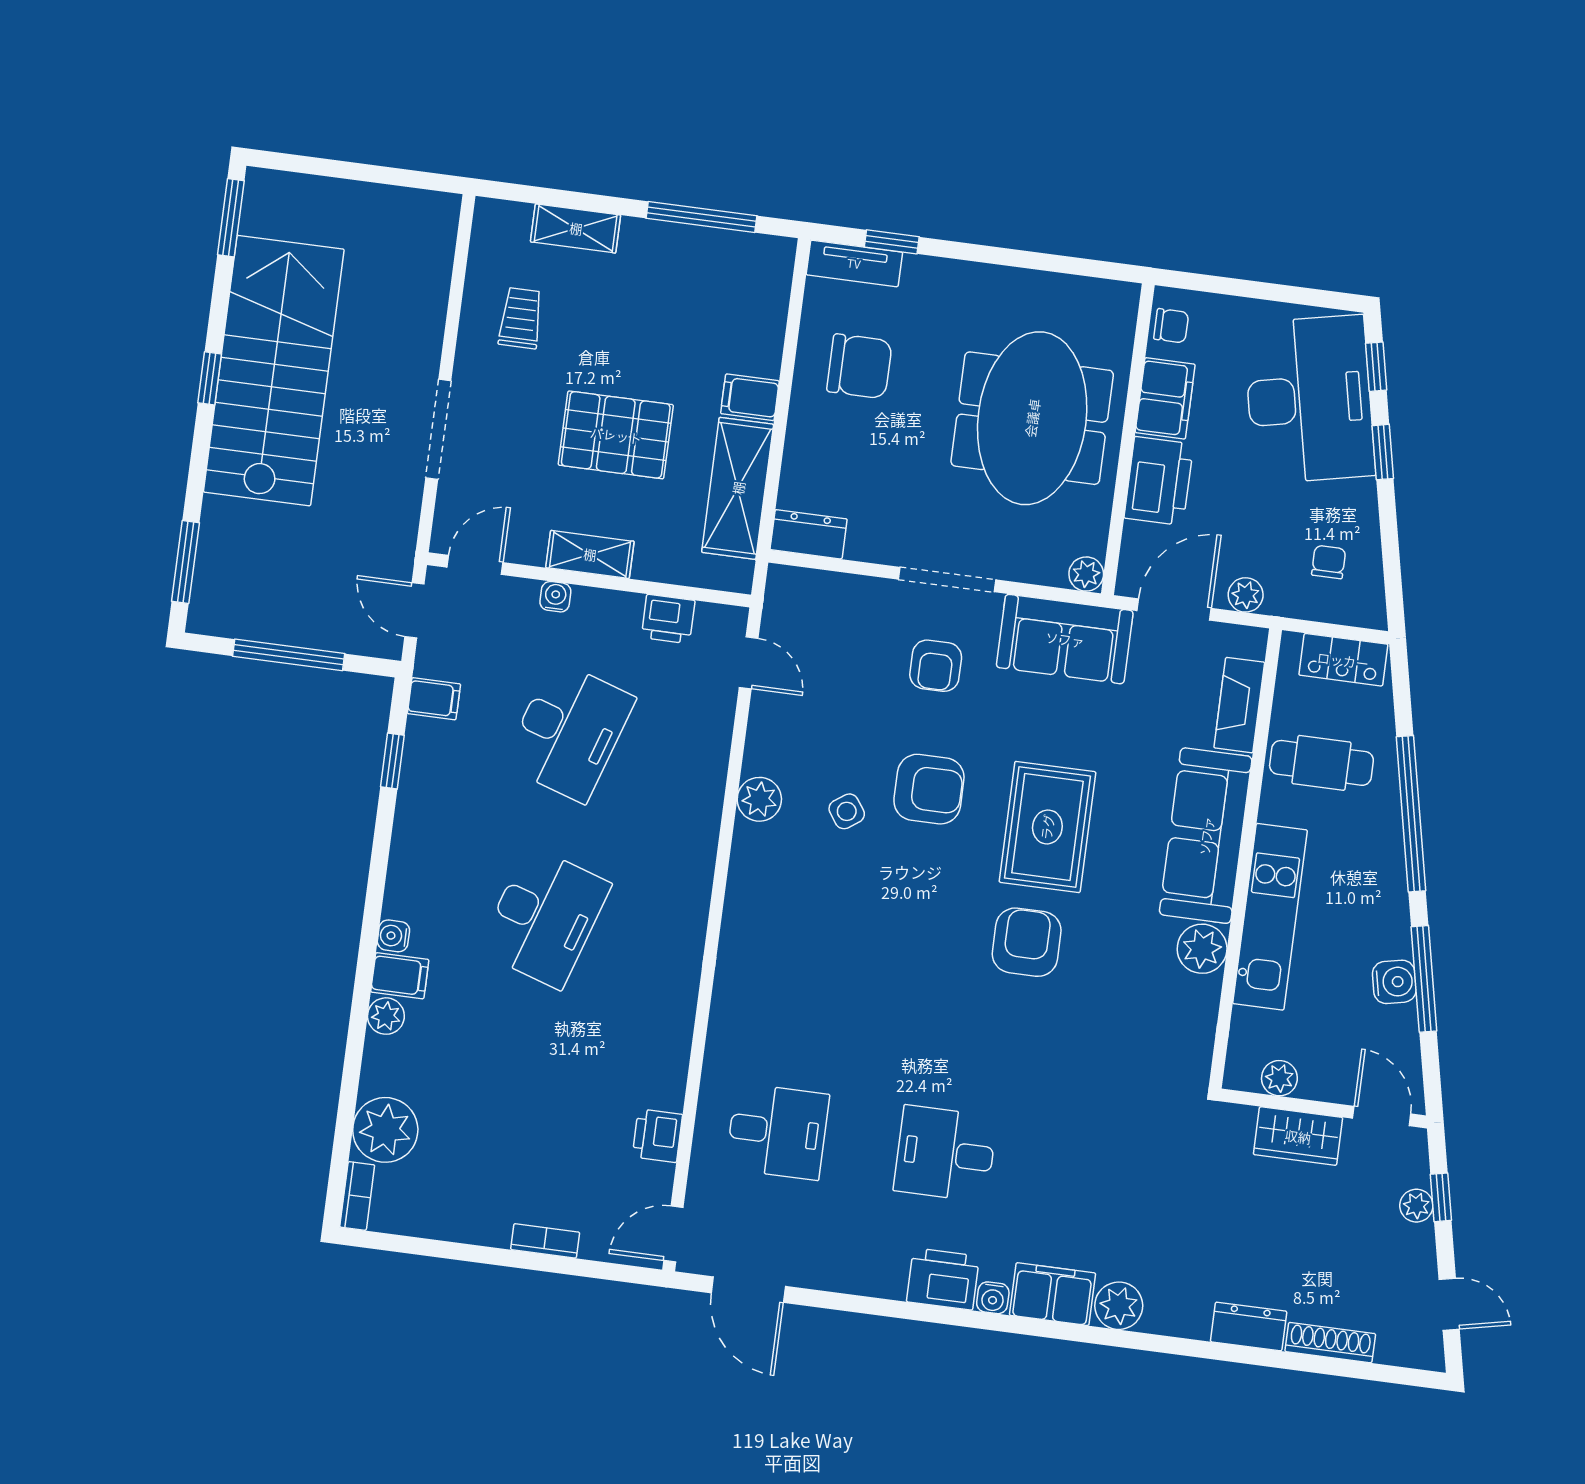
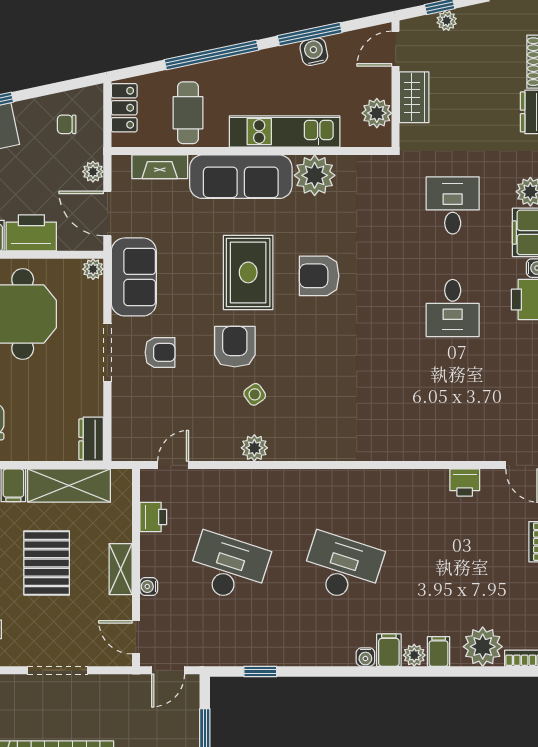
filing cabinet: (434, 699) -> (439, 651), moved
rug: (1047, 827) -> (248, 272), turned 90
plant: (1202, 949) -> (315, 175), width x1.36, depth x1.36
plant: (1279, 1078) -> (377, 113), width x1.38, depth x1.38
desk: (777, 1132) -> (453, 205), moved

